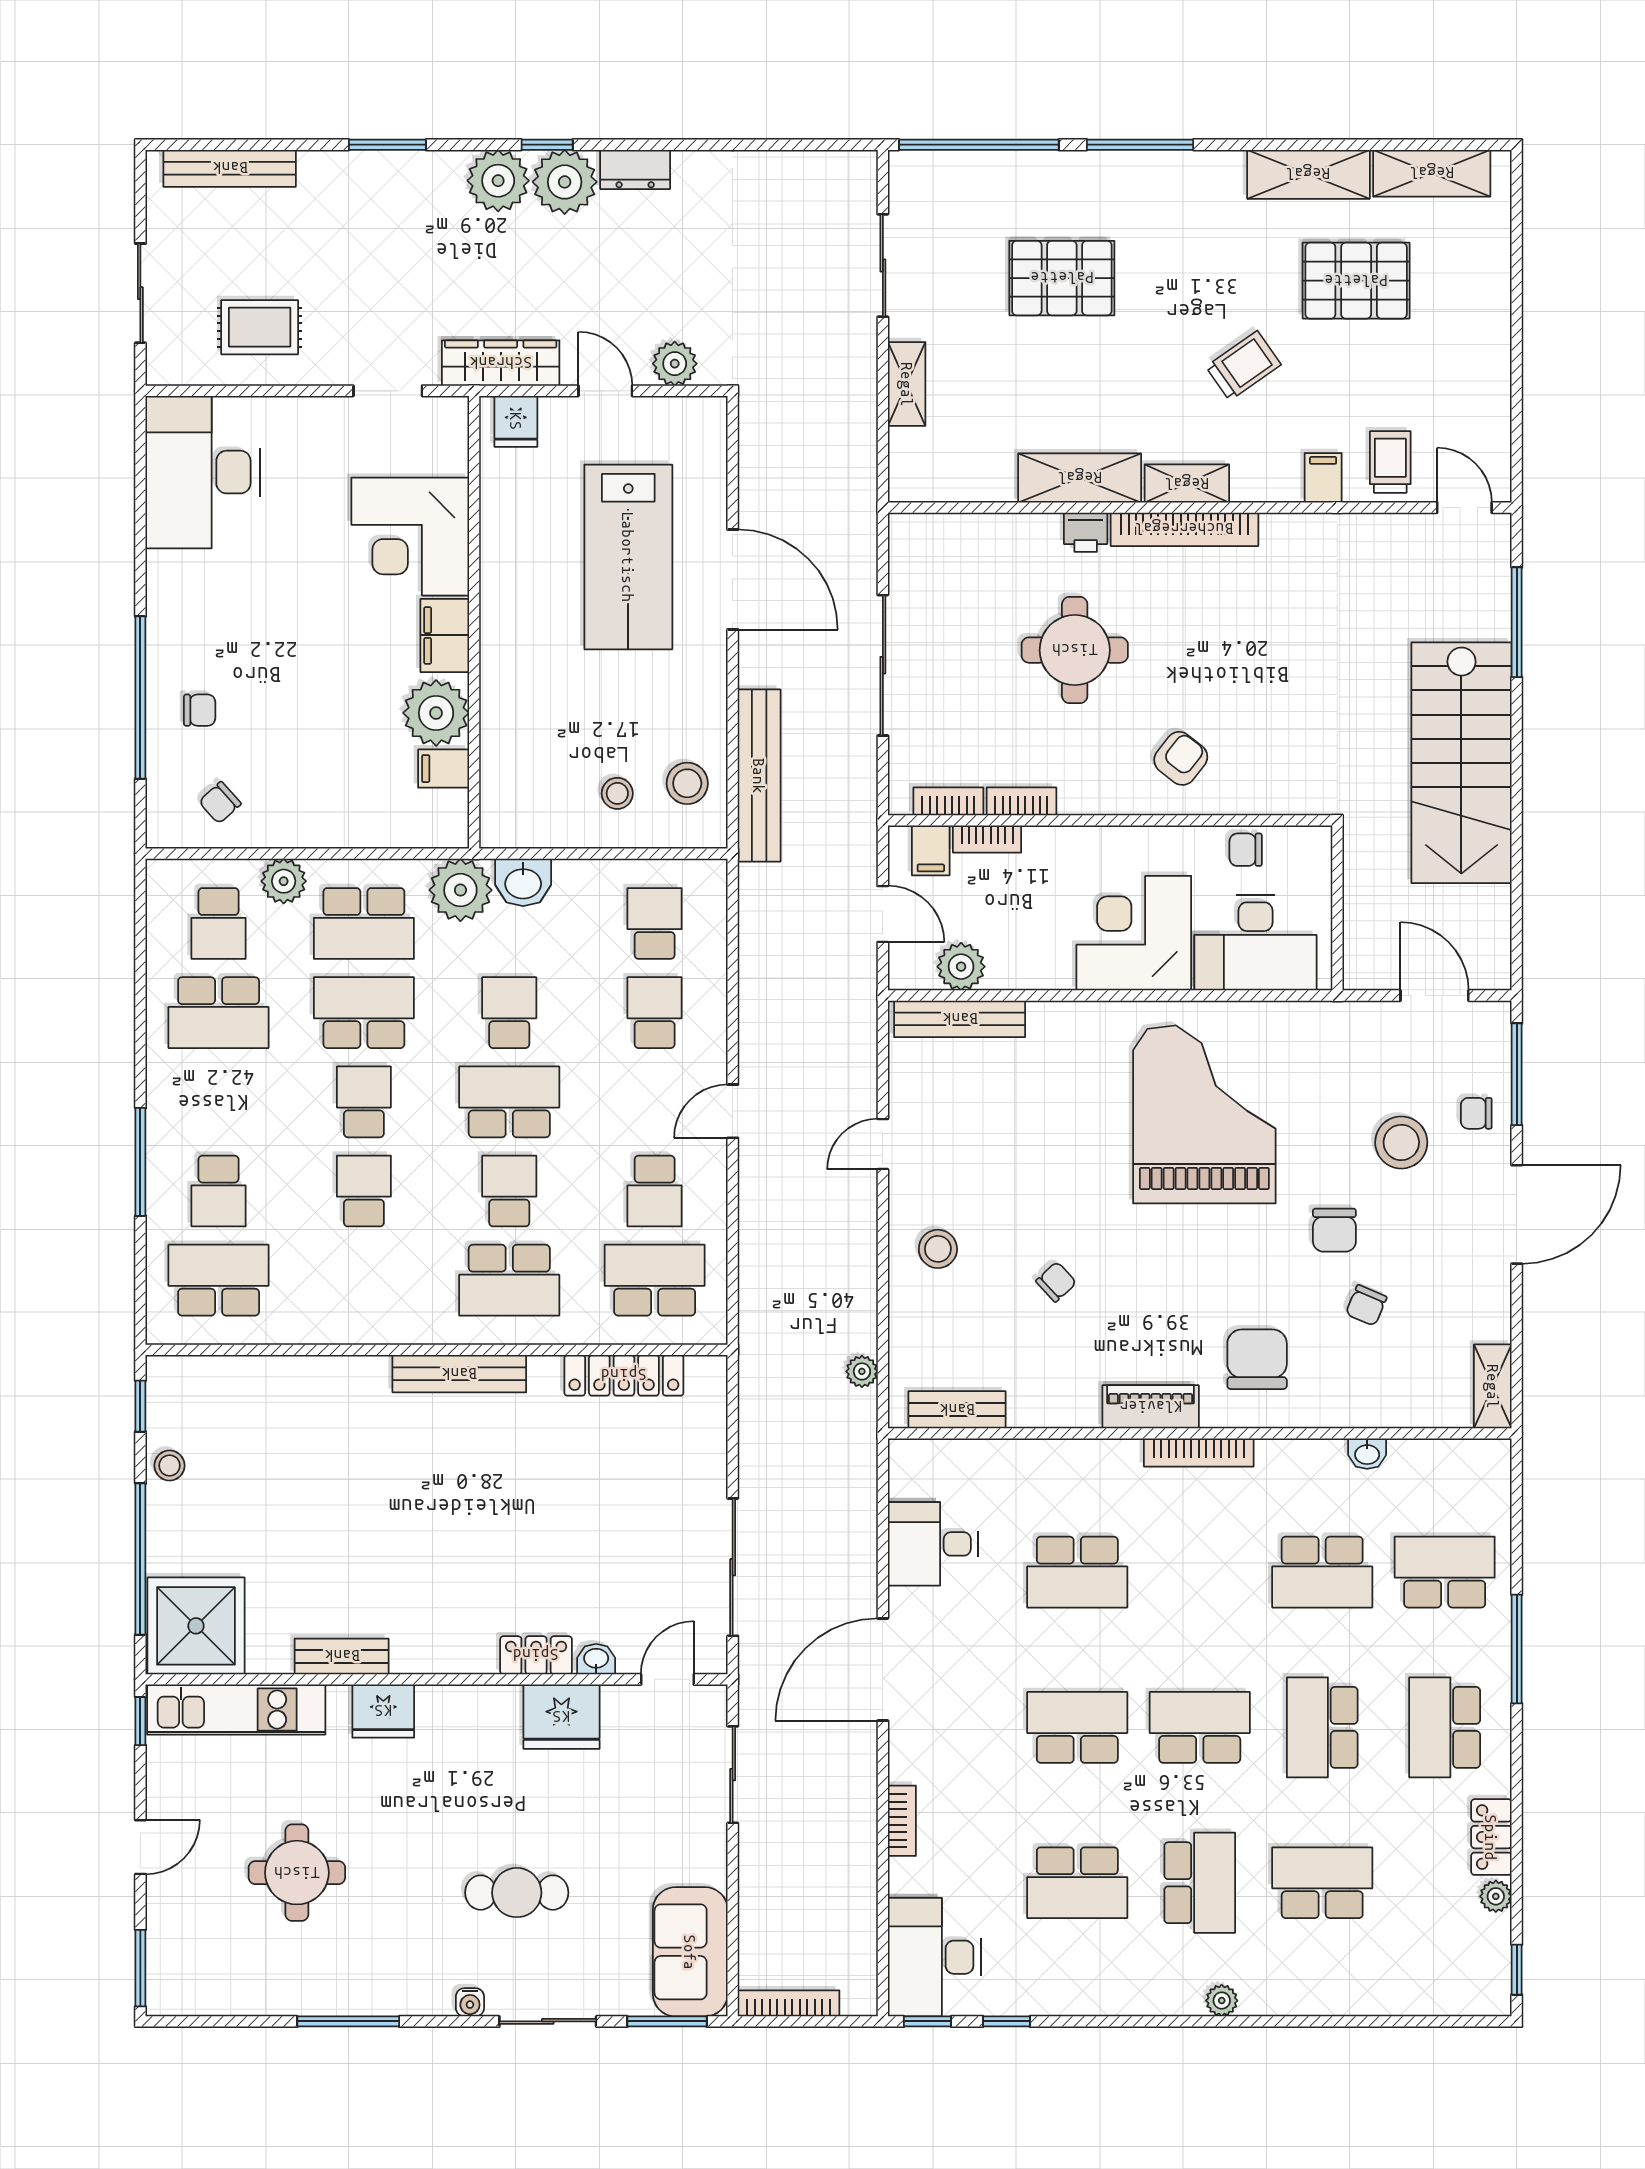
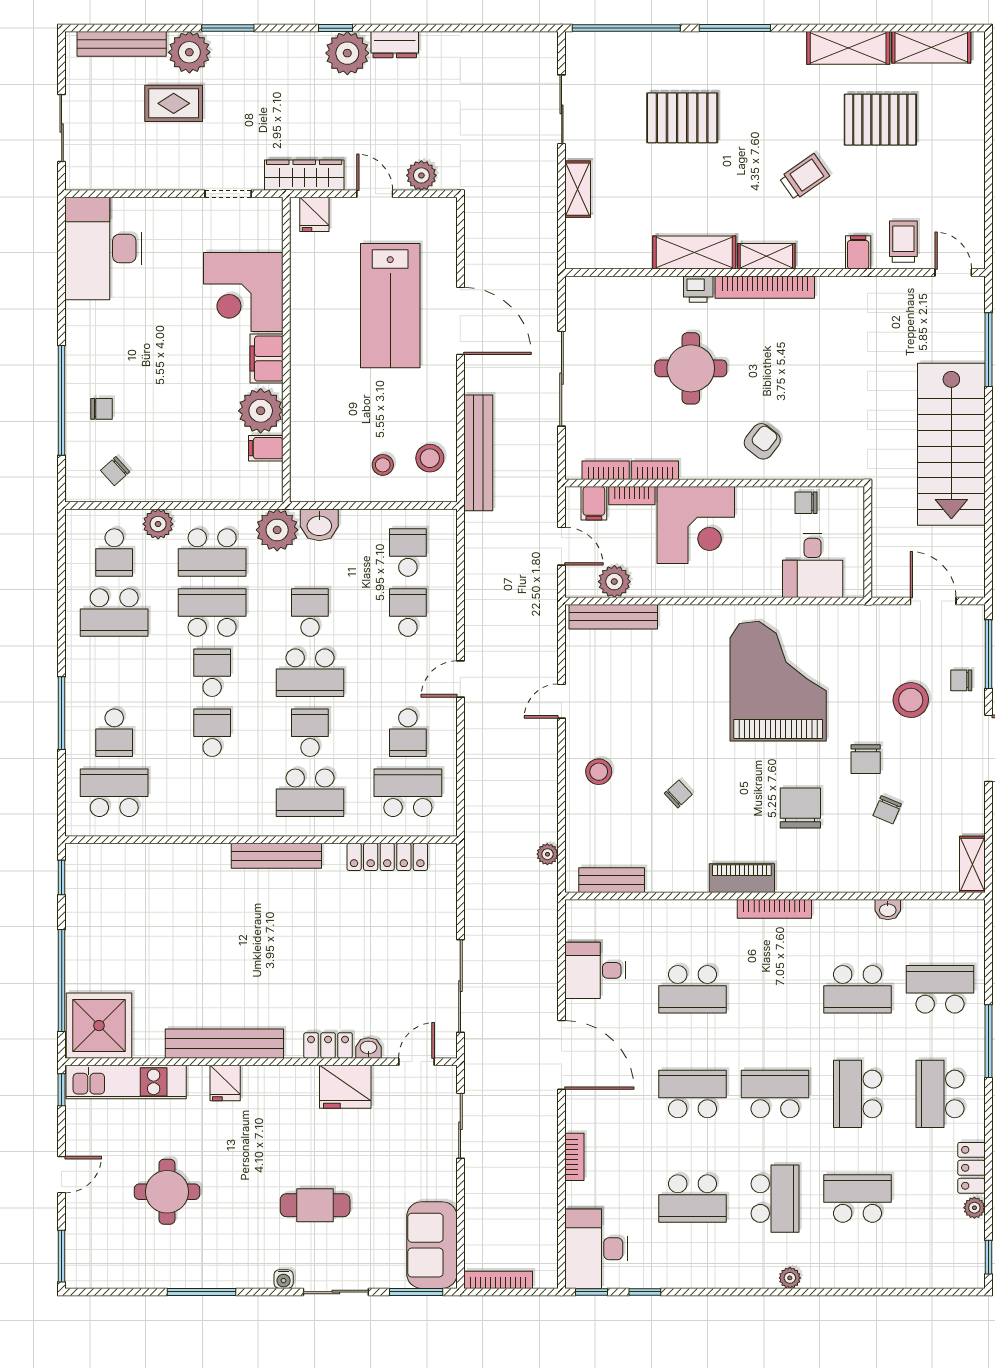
plant: (498, 181) -> (189, 52), moved
rug: (260, 327) -> (174, 103), moved
corner desk: (1134, 933) -> (696, 525), moved, turned 180
desk: (1256, 943) -> (813, 565), width x0.73
school desk: (509, 1102) -> (310, 673), turned 180
chair: (1257, 1359) -> (800, 808), moved
stool: (169, 1465) -> (81, 918), removed
bench: (342, 1656) -> (224, 1044), width x1.86, depth x1.21
door: (883, 1669) -> (562, 1055), swing flipped
fridge: (383, 1711) -> (225, 1083), width x0.72

